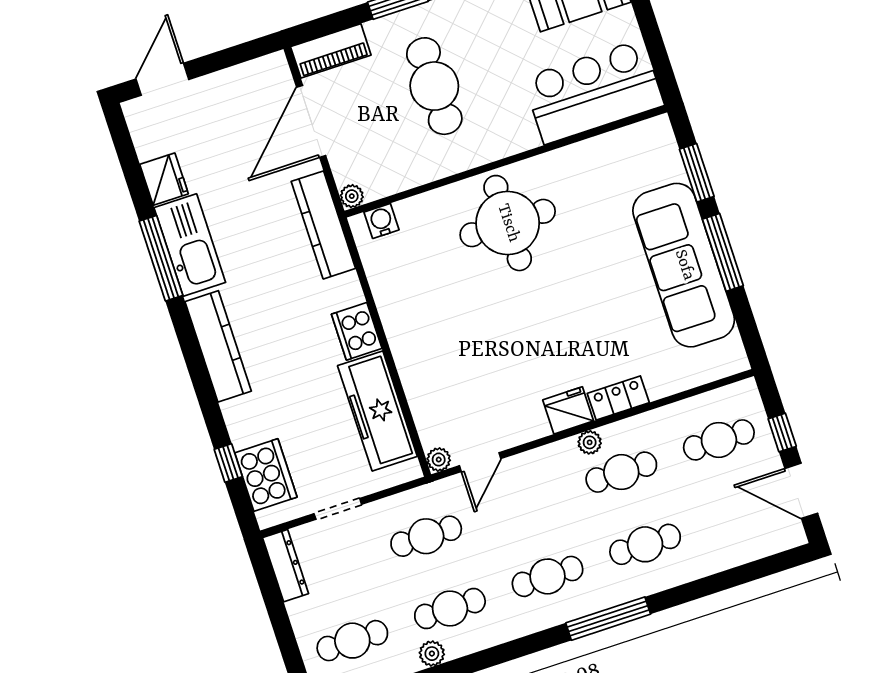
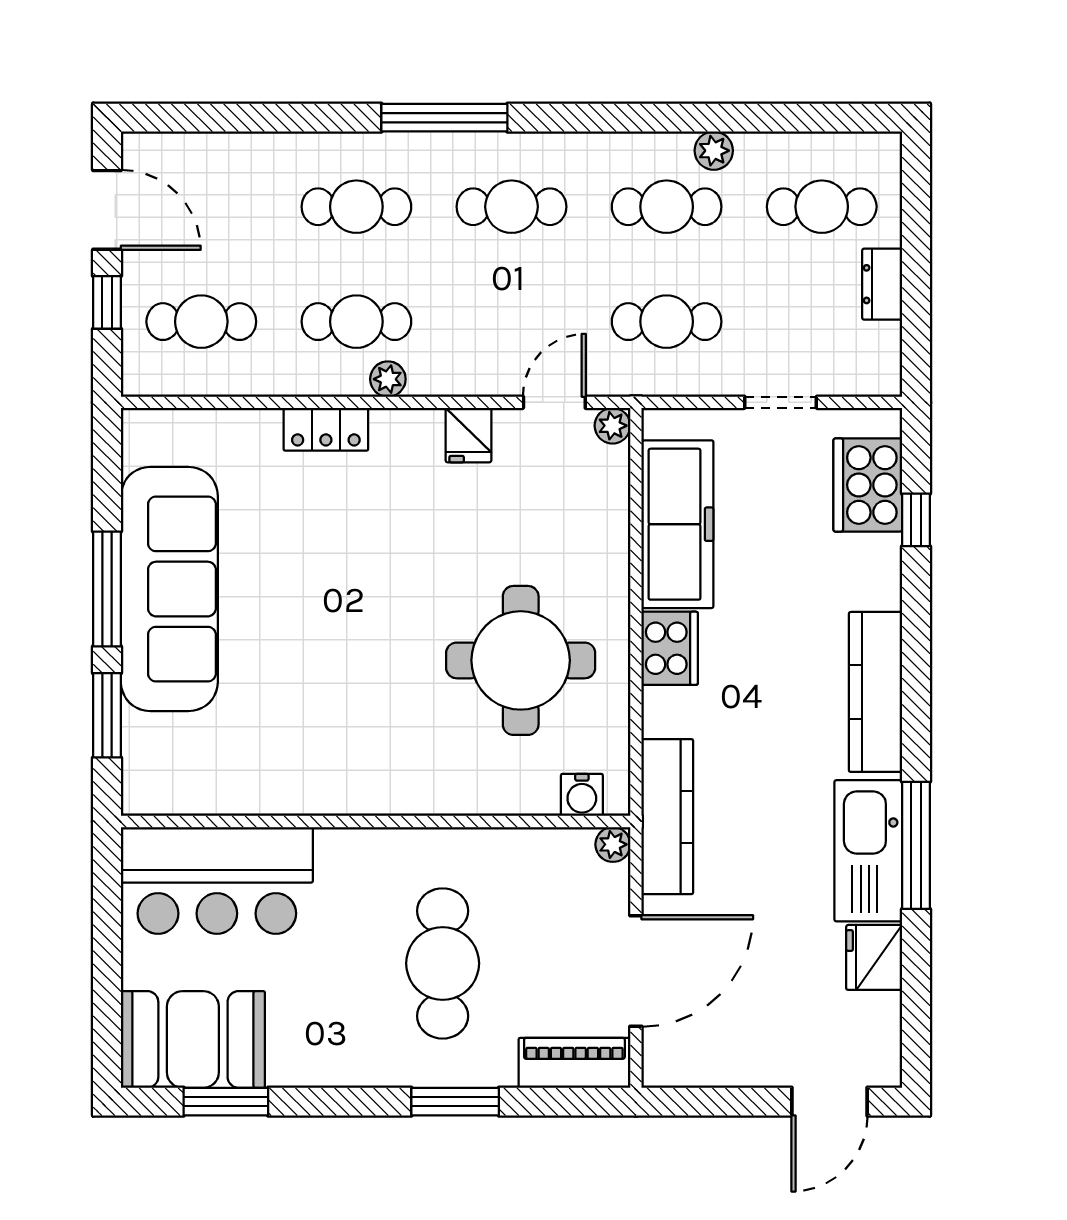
round table: (508, 223) -> (521, 660), moved
fridge: (568, 410) -> (468, 435), moved, width x0.72
dresser: (286, 566) -> (882, 284), moved, width x0.70

